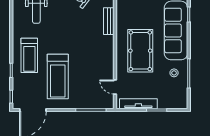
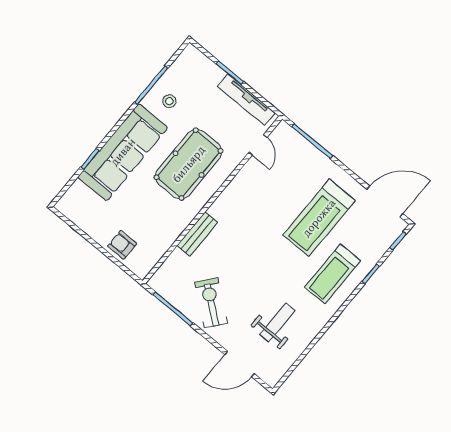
treadmill: (29, 55) -> (333, 274), turned 180
treadmill: (58, 77) -> (319, 218), turned 180

